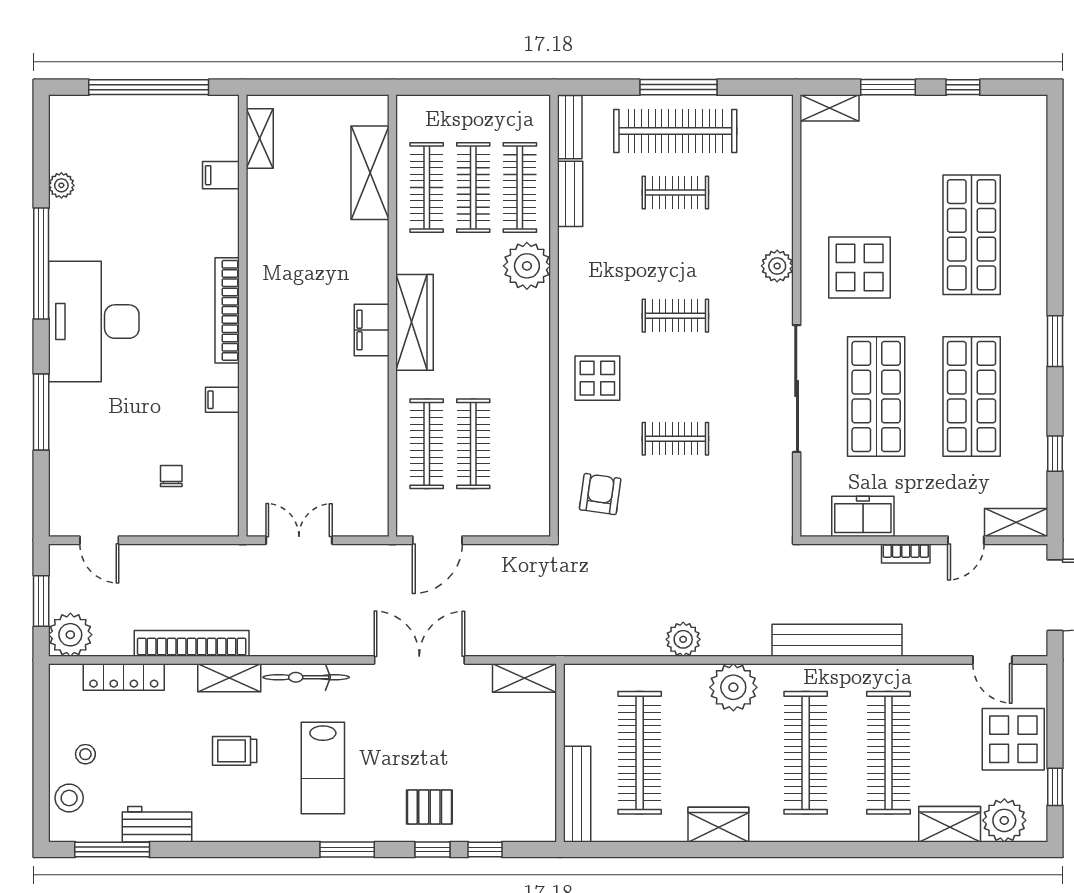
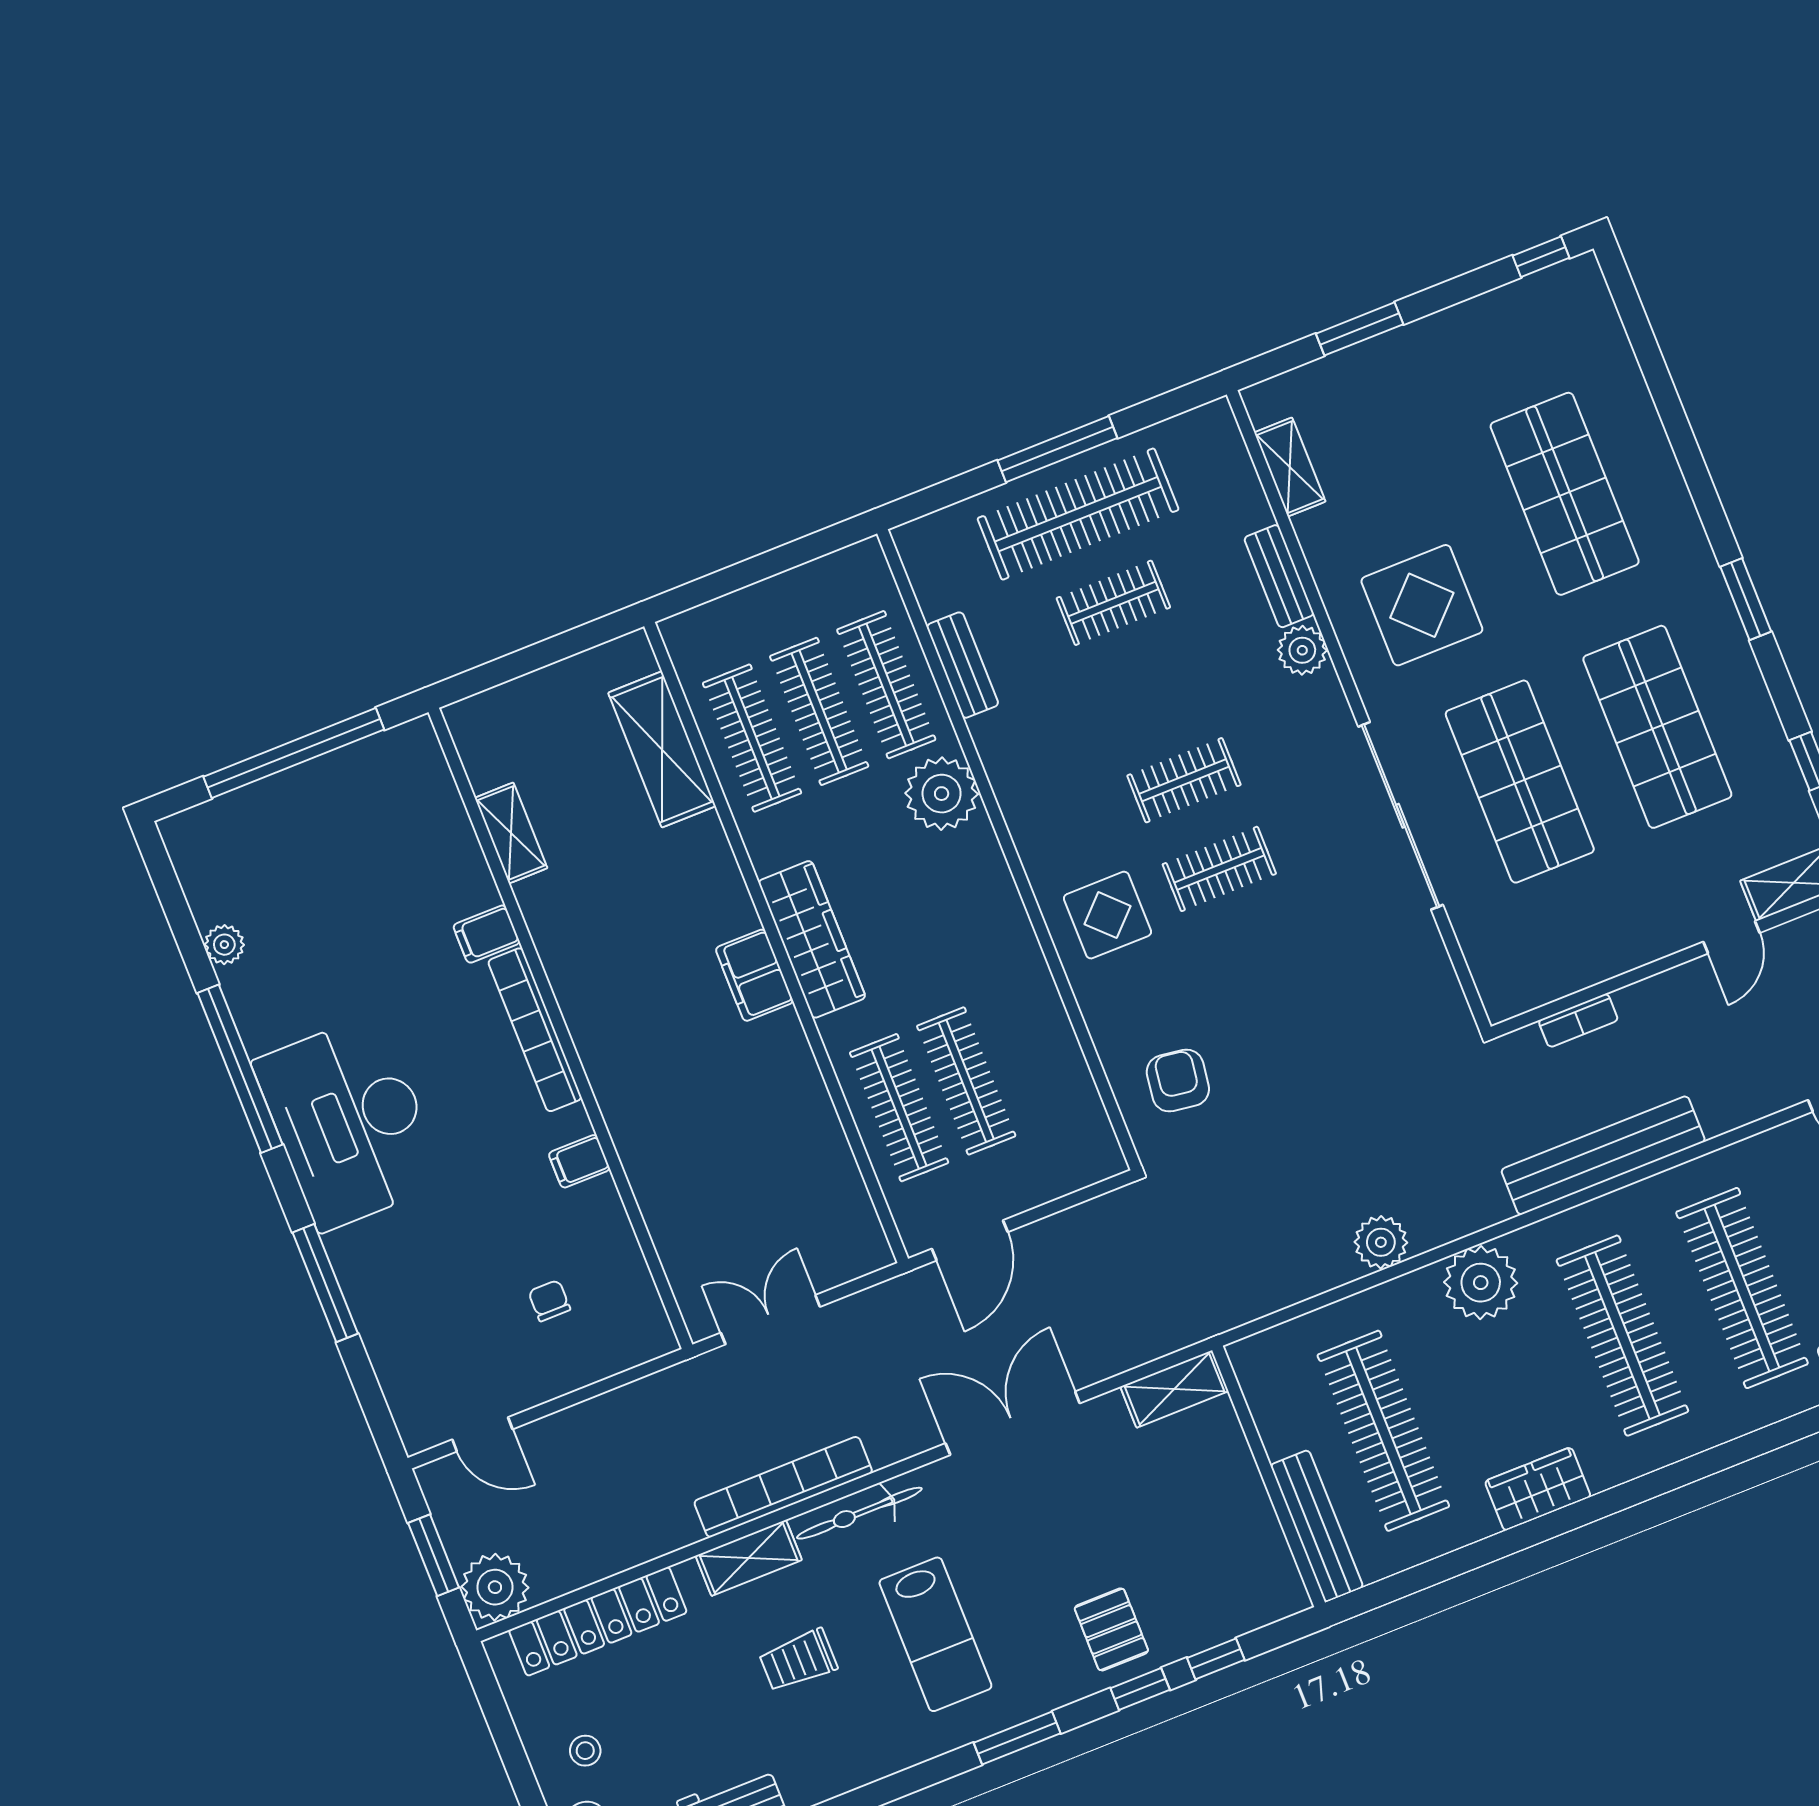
window: (963, 87) -> (1541, 257), moved
shelving: (829, 108) -> (1290, 467), moved, turned 90
bench: (570, 127) -> (1279, 576), moved
shelving: (260, 138) -> (511, 833), moved
filing cabinet: (221, 175) -> (486, 934), moved
clothes rail: (675, 439) -> (1219, 869), moved
freezer: (863, 516) -> (1570, 962), removed
bookcase: (906, 553) -> (1578, 1020), moved
bookcase: (192, 643) -> (783, 1487), moved
locker: (124, 677) -> (598, 1621), width x1.41, depth x1.21
pallet: (429, 807) -> (1111, 1629), turned 90

